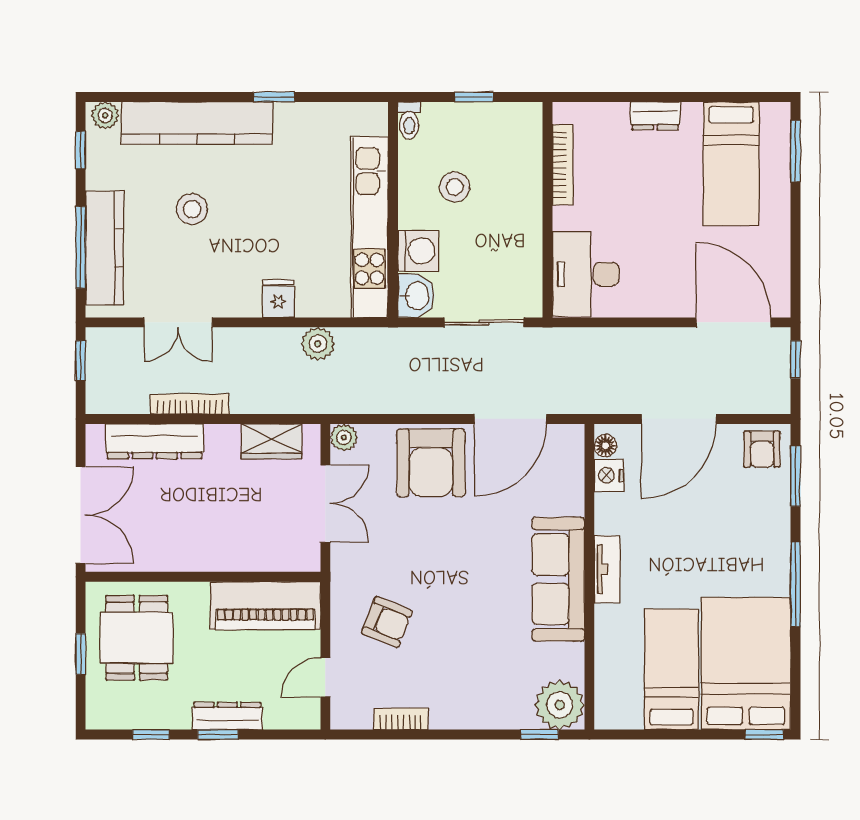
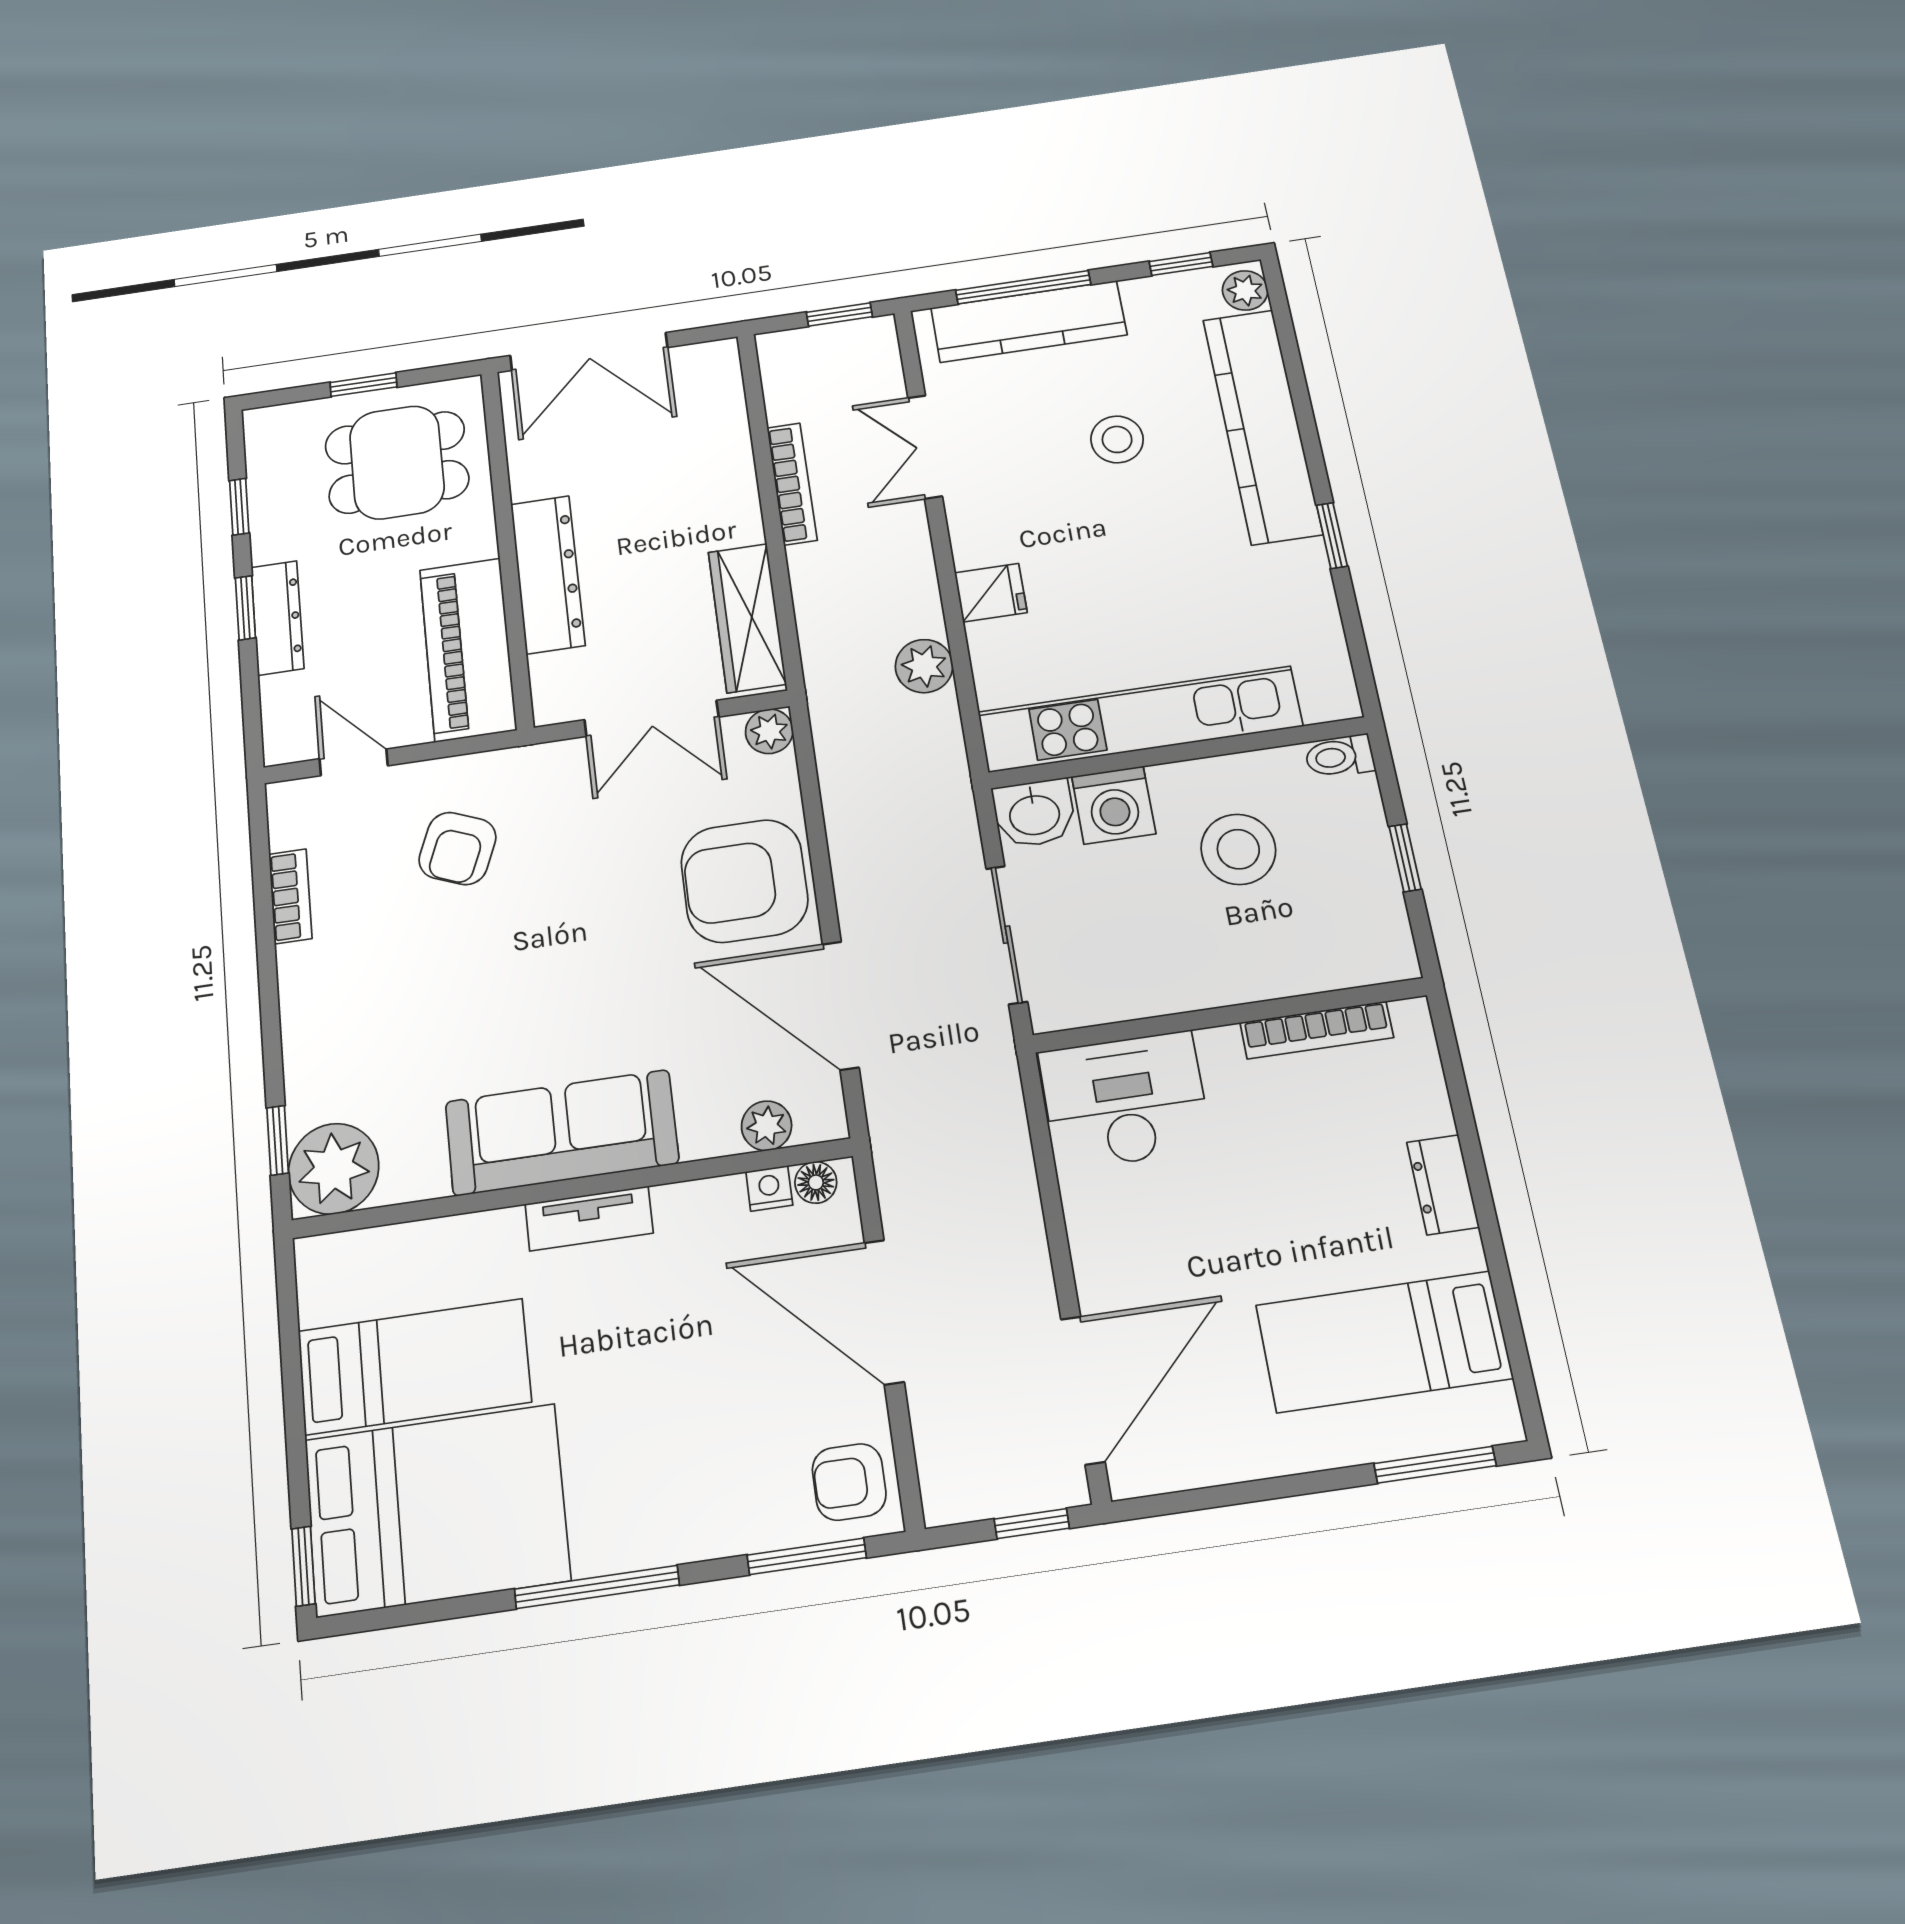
stool: (455, 187) -> (1238, 849), width x1.38, depth x1.38
dresser: (155, 441) -> (548, 574), moved, turned 180
wardrobe: (271, 441) -> (747, 618), width x1.50
plant: (571, 468) -> (767, 1126), added
nightstand: (609, 475) -> (769, 1188), width x0.72, depth x0.74

